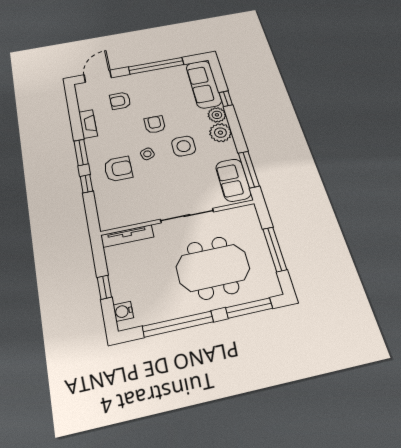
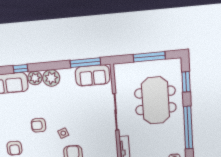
side table: (184, 146) -> (60, 107), removed
window: (249, 308) -> (186, 82), width x0.69

